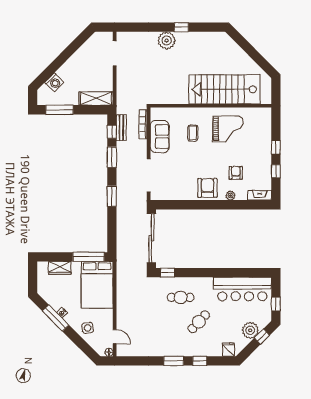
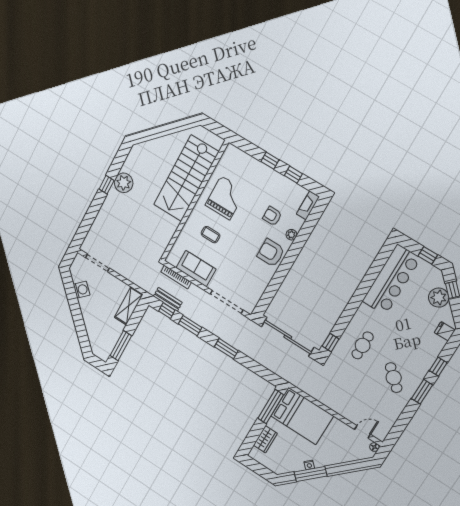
plant: (167, 40) -> (124, 183), moved
washing machine: (54, 82) -> (82, 290), moved
cafe table: (199, 322) -> (394, 378), moved
side table: (88, 328) -> (338, 451), removed

